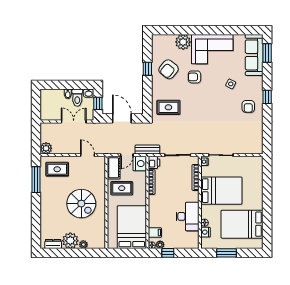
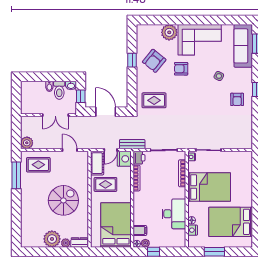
double door: (74, 122) -> (55, 115), swing flipped
spiral stairs: (81, 204) -> (63, 200), turned -90
dresser: (53, 244) -> (79, 243), moved

